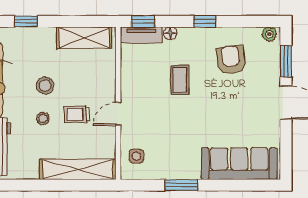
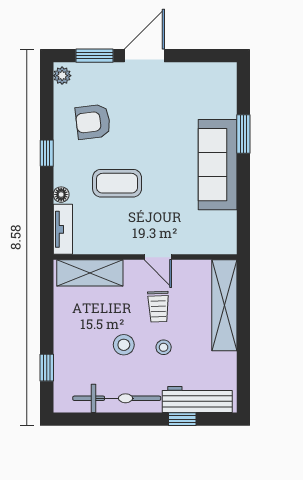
window: (143, 21) -> (47, 227), removed
shelving: (84, 38) -> (90, 273), moved, turned 90
coffee table: (180, 80) -> (117, 183), width x1.36, depth x1.30
side table: (136, 156) -> (208, 235), removed
sofa: (239, 164) -> (218, 165), moved
window: (181, 185) -> (243, 134), moved

